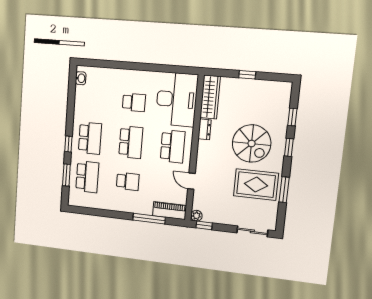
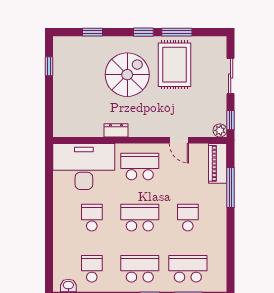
window: (247, 75) -> (49, 66), moved
wardrobe: (210, 97) -> (78, 128), removed
school desk: (93, 99) -> (92, 269), added
window: (289, 147) -> (143, 32), moved
door: (191, 181) -> (179, 140), hinge flipped
sliding door: (252, 231) -> (231, 76), moved

